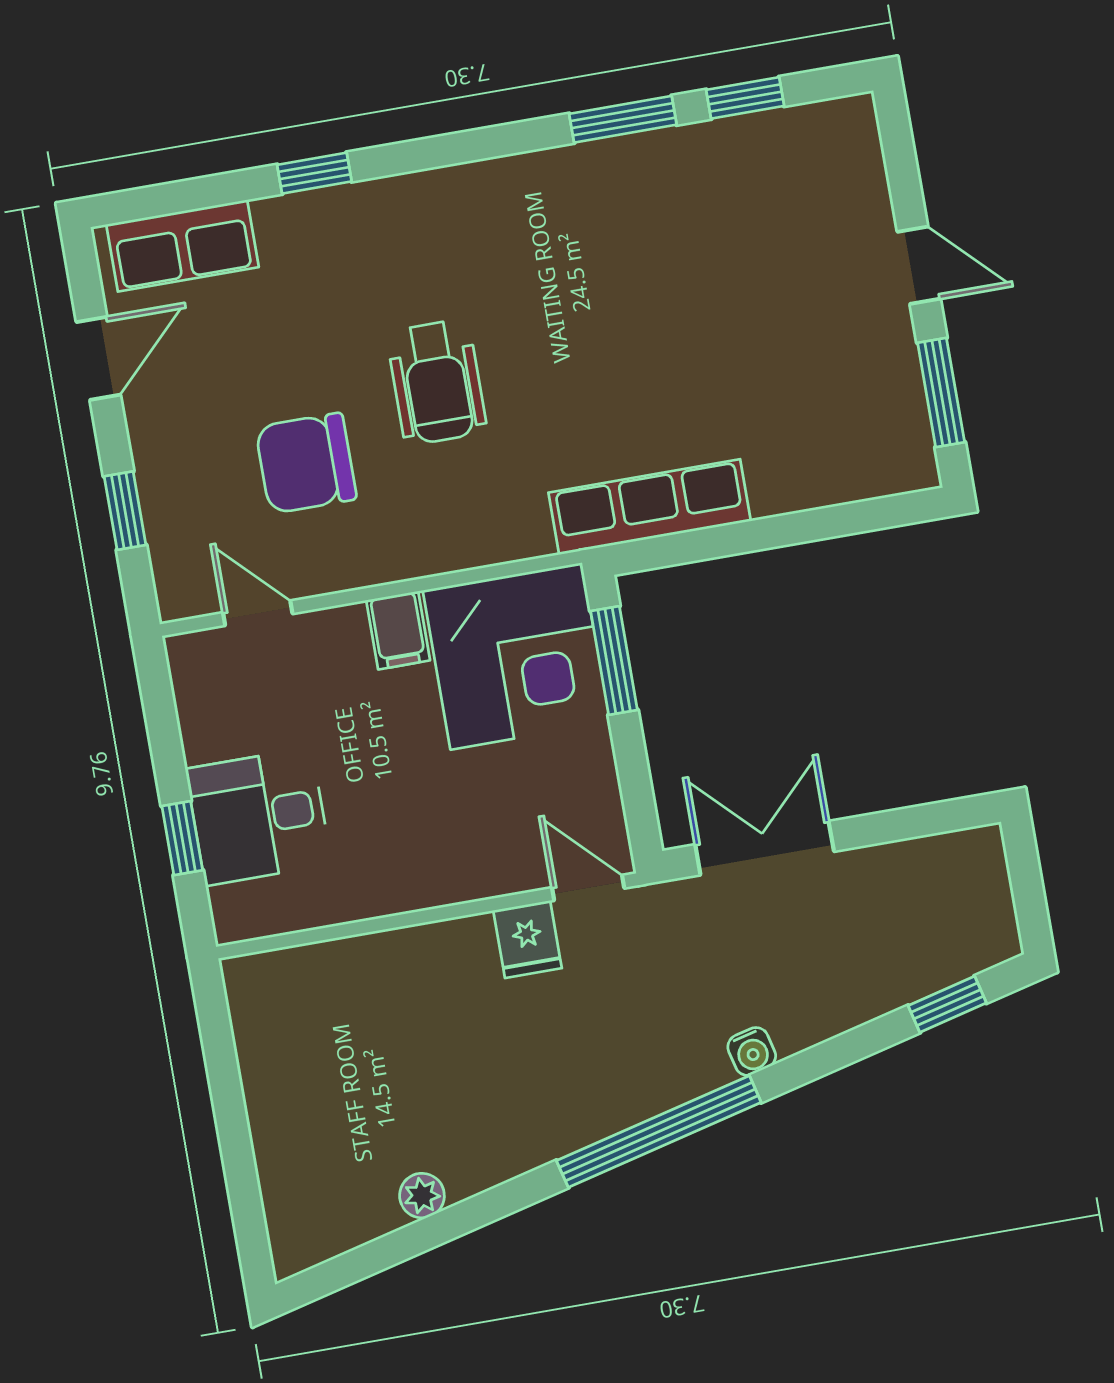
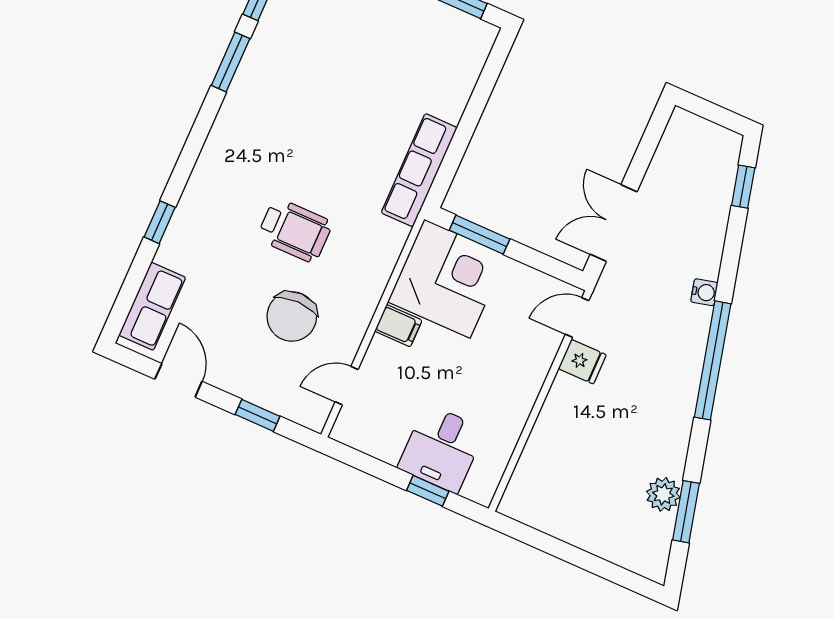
plant: (422, 1196) -> (663, 494), width x1.38, depth x1.38
window: (408, 1242) -> (686, 512), added

